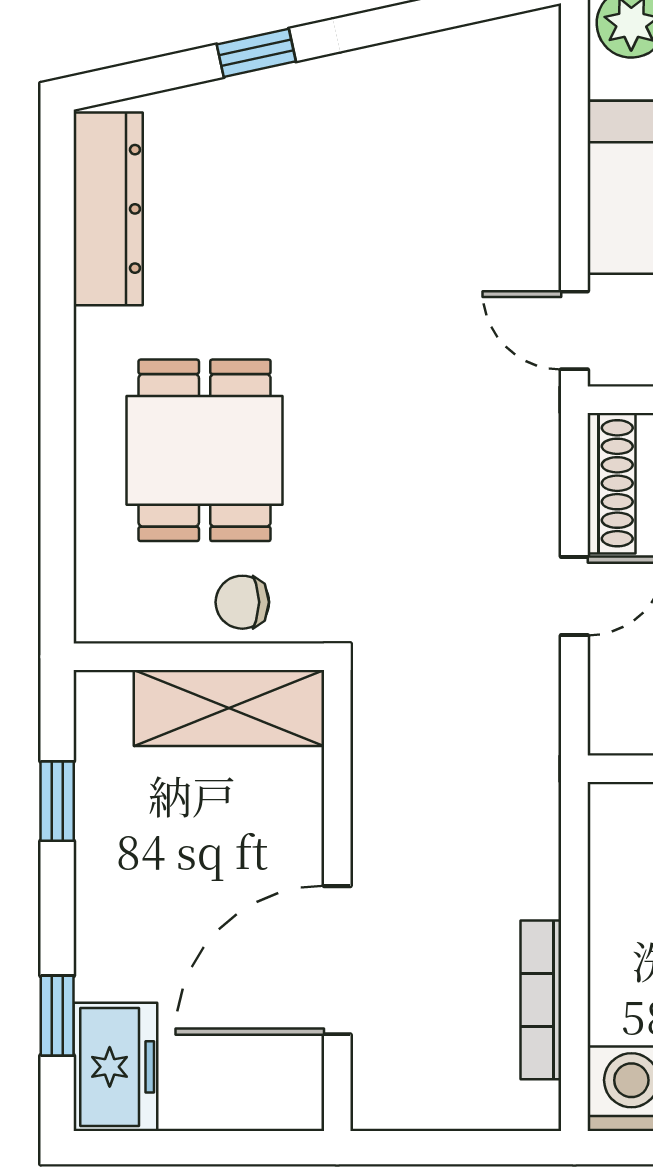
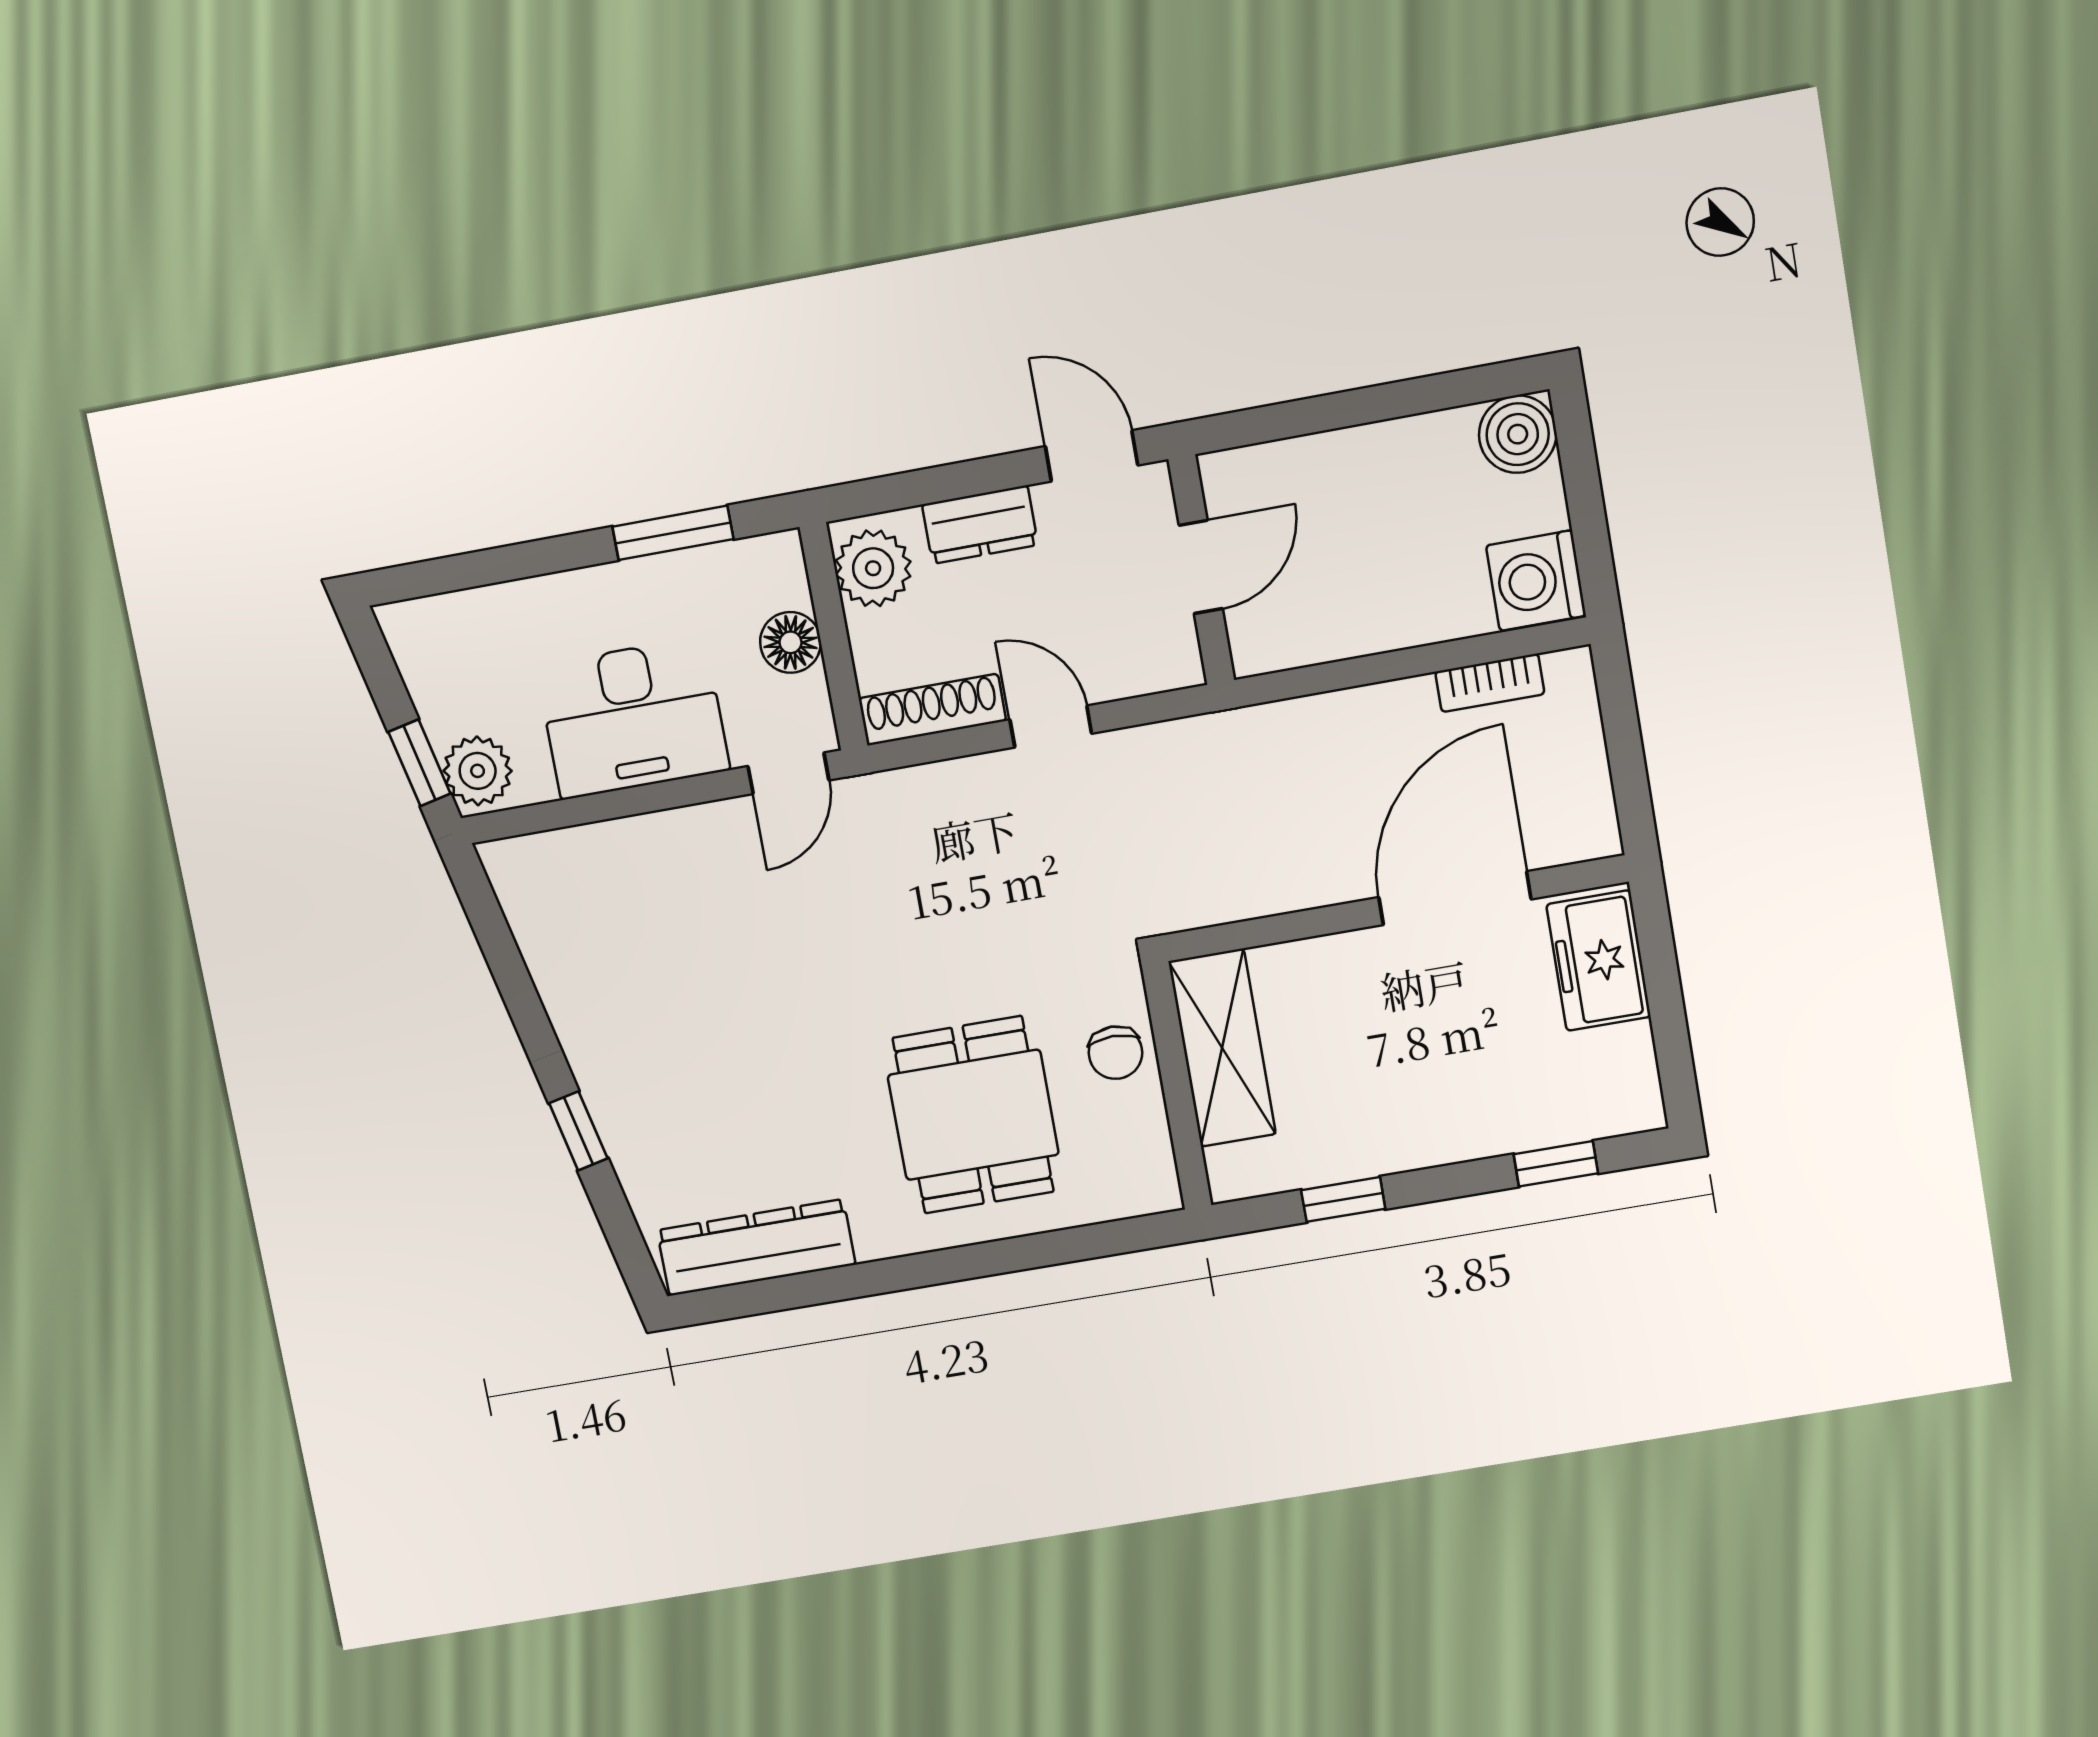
dining table: (205, 450) -> (973, 1115), turned 90
door: (337, 960) -> (1455, 898), swing flipped
bookcase: (541, 1000) -> (1490, 683), width x0.64
freezer: (115, 1067) -> (1598, 961), moved, turned -90

